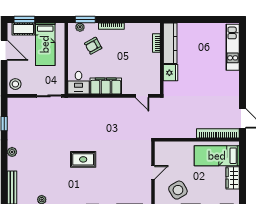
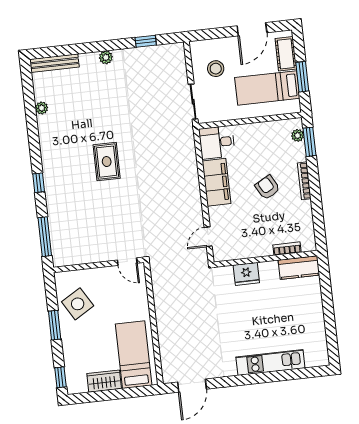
window: (24, 20) -> (302, 77), moved
kitchen counter: (170, 43) -> (299, 268), width x0.67
armchair: (93, 46) -> (267, 187), moved
kitchen unit: (233, 47) -> (270, 362), moved
stool: (15, 84) -> (216, 69), moved
bookcase: (218, 133) -> (166, 352), removed
door: (153, 172) -> (127, 262), moved

